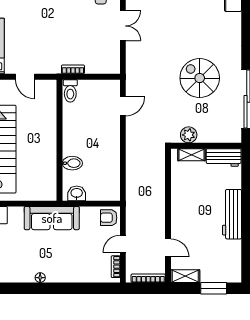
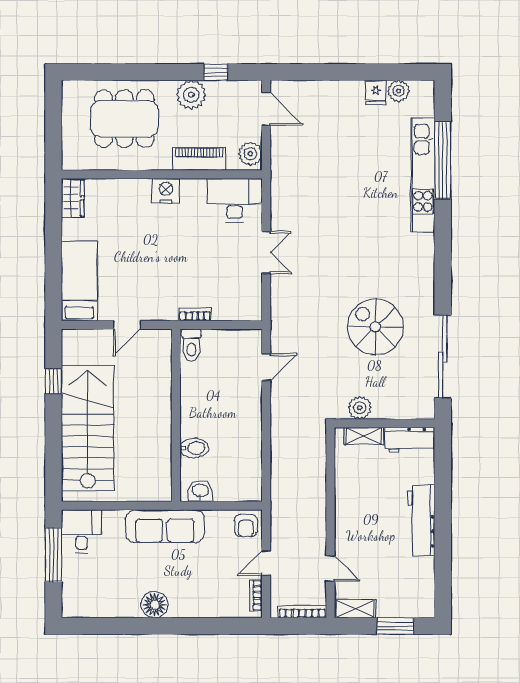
door: (25, 77) -> (127, 325), hinge flipped
armchair: (109, 218) -> (246, 526), turned -90
floor lamp: (40, 278) -> (155, 605), width x1.89, depth x1.89

